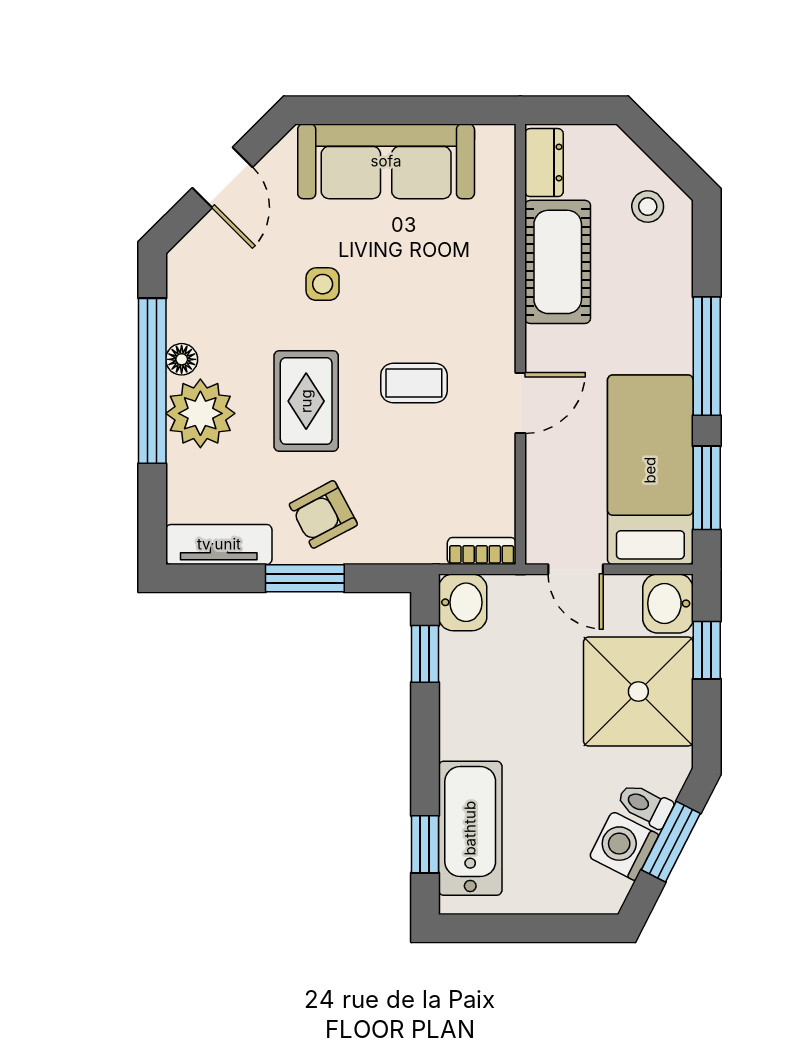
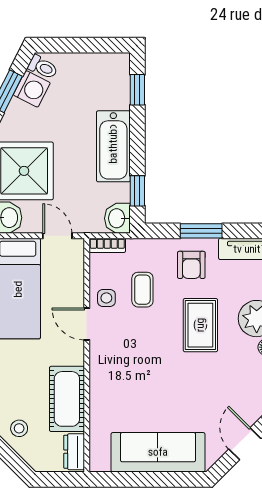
side table: (323, 284) -> (106, 298), moved
coffee table: (414, 383) -> (142, 290), moved, turned 90
door: (520, 403) -> (87, 324), hinge flipped
armchair: (323, 514) -> (191, 265), turned 118
toilet: (645, 805) -> (43, 67), moved
bathtub: (470, 828) -> (113, 146), moved

